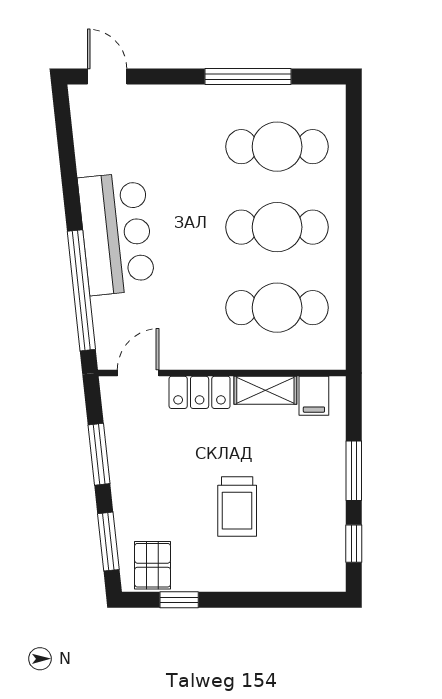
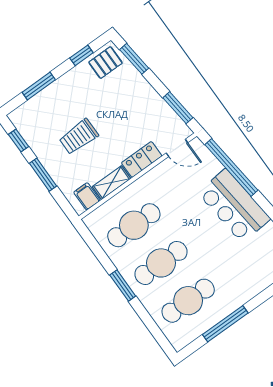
window: (354, 234) -> (123, 286), added
door: (138, 373) -> (177, 148), hinge flipped
window: (99, 454) -> (178, 108), moved
trolley: (237, 506) -> (79, 137), moved, turned -90
pallet: (153, 565) -> (105, 63), turned 90
window: (270, 600) -> (39, 86), added

